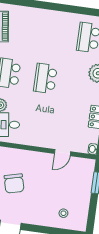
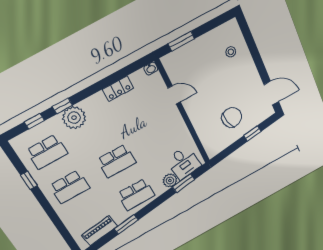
window: (78, 10) -> (29, 180), added
school desk: (52, 32) -> (70, 187), added

